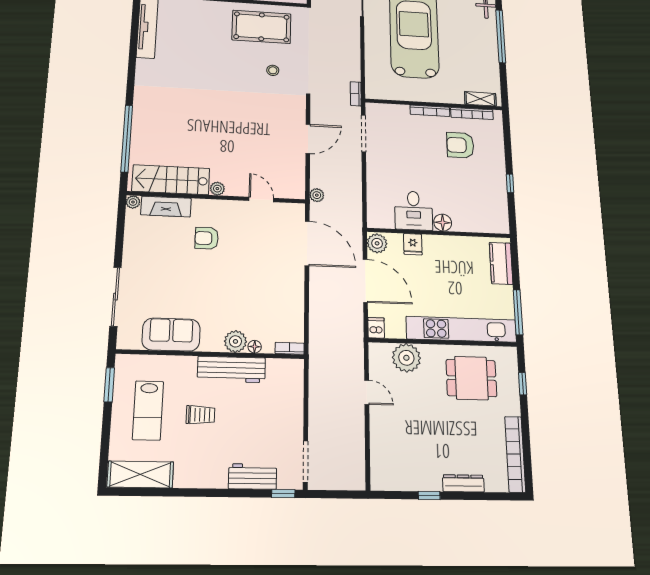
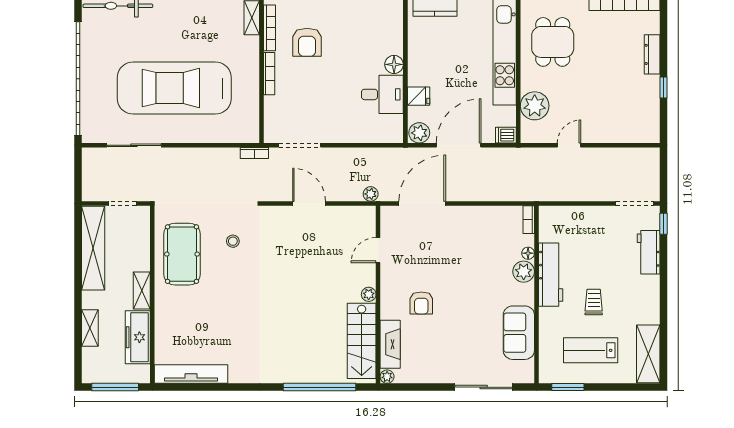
lab bench: (148, 410) -> (591, 350), turned 180

